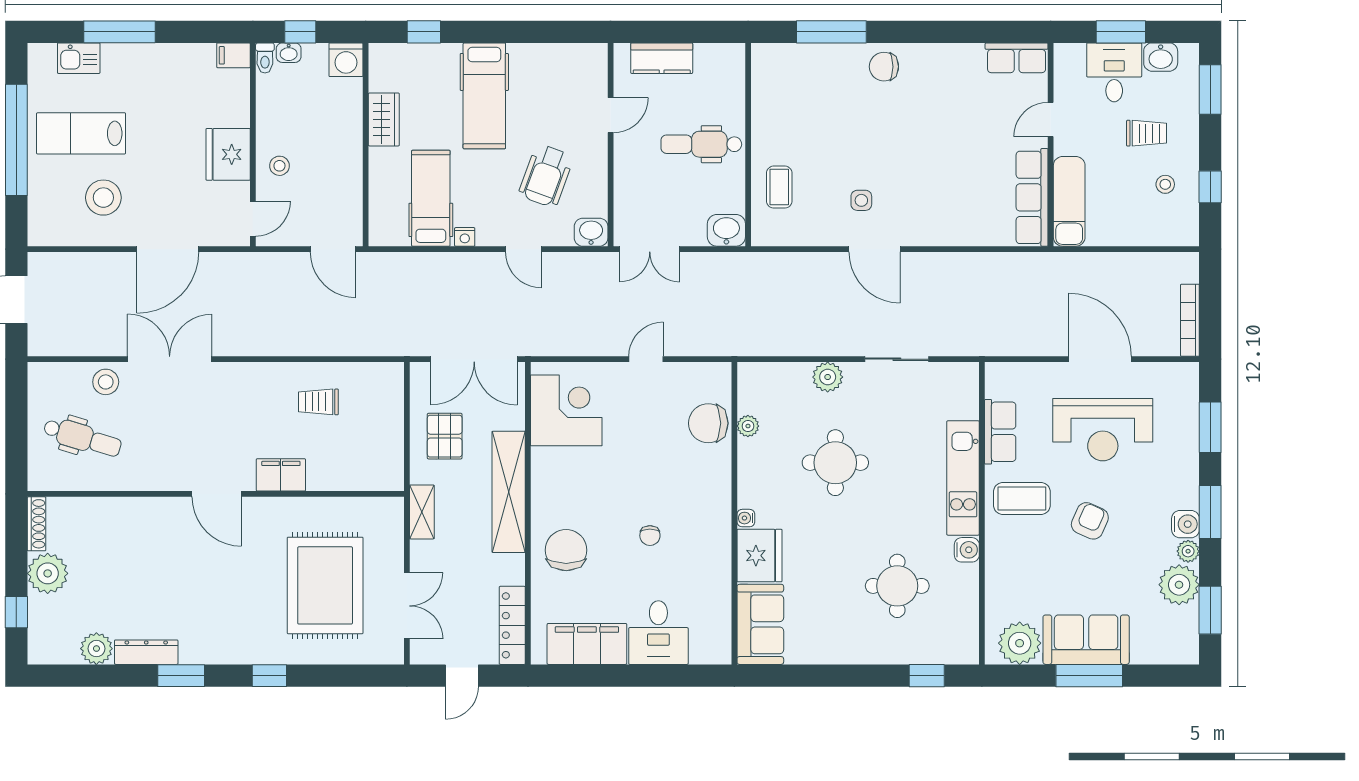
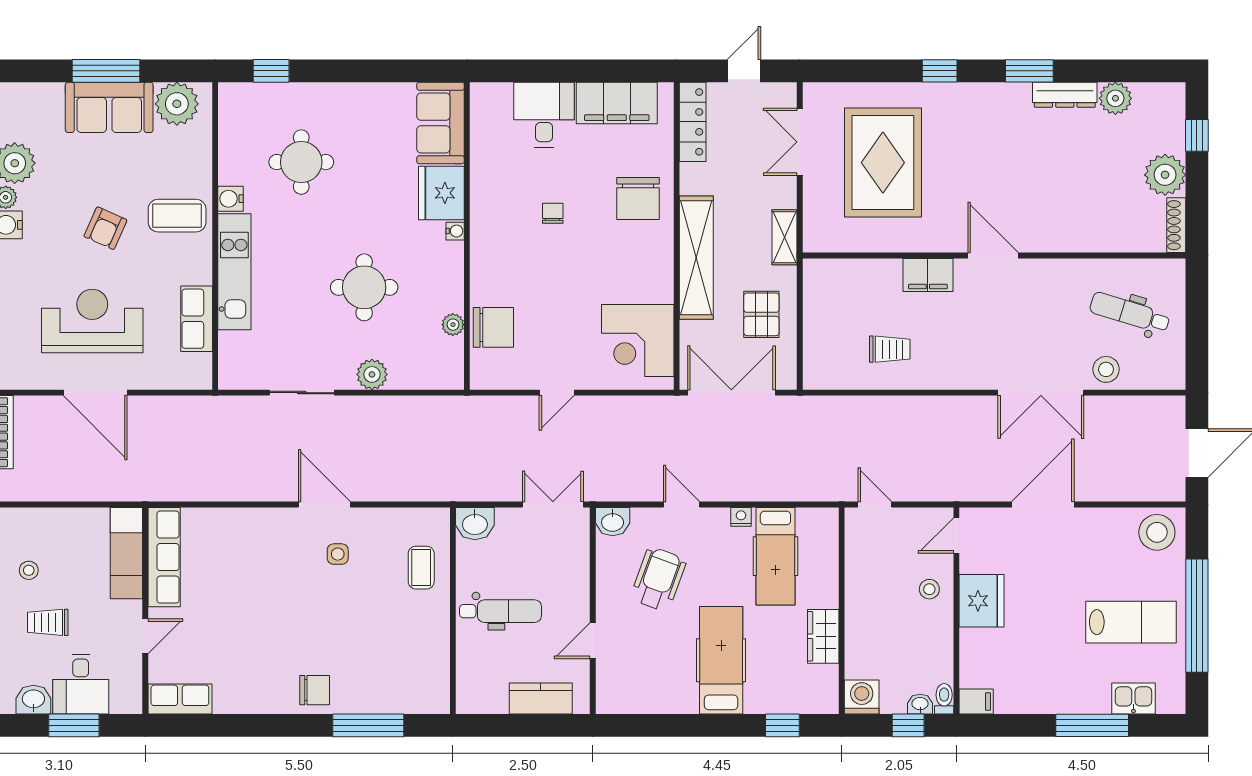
stool: (103, 198) -> (1157, 532), moved
door: (333, 249) -> (875, 504), width x0.73
coffee table: (1022, 498) -> (177, 216), moved

